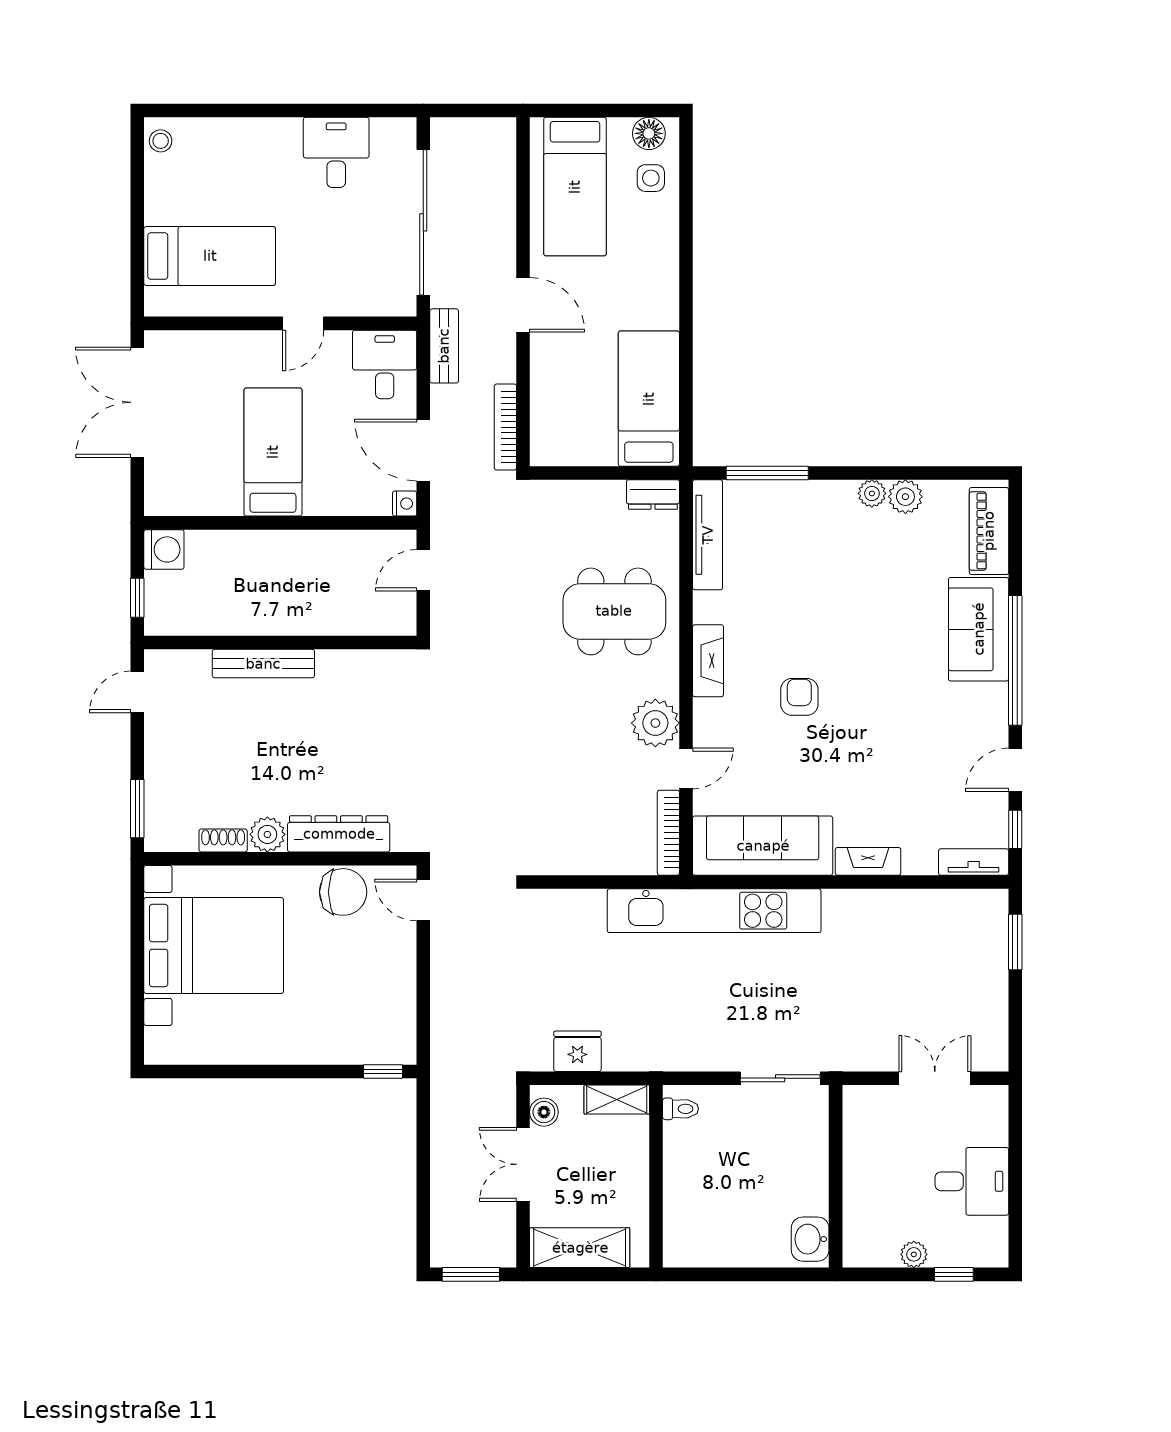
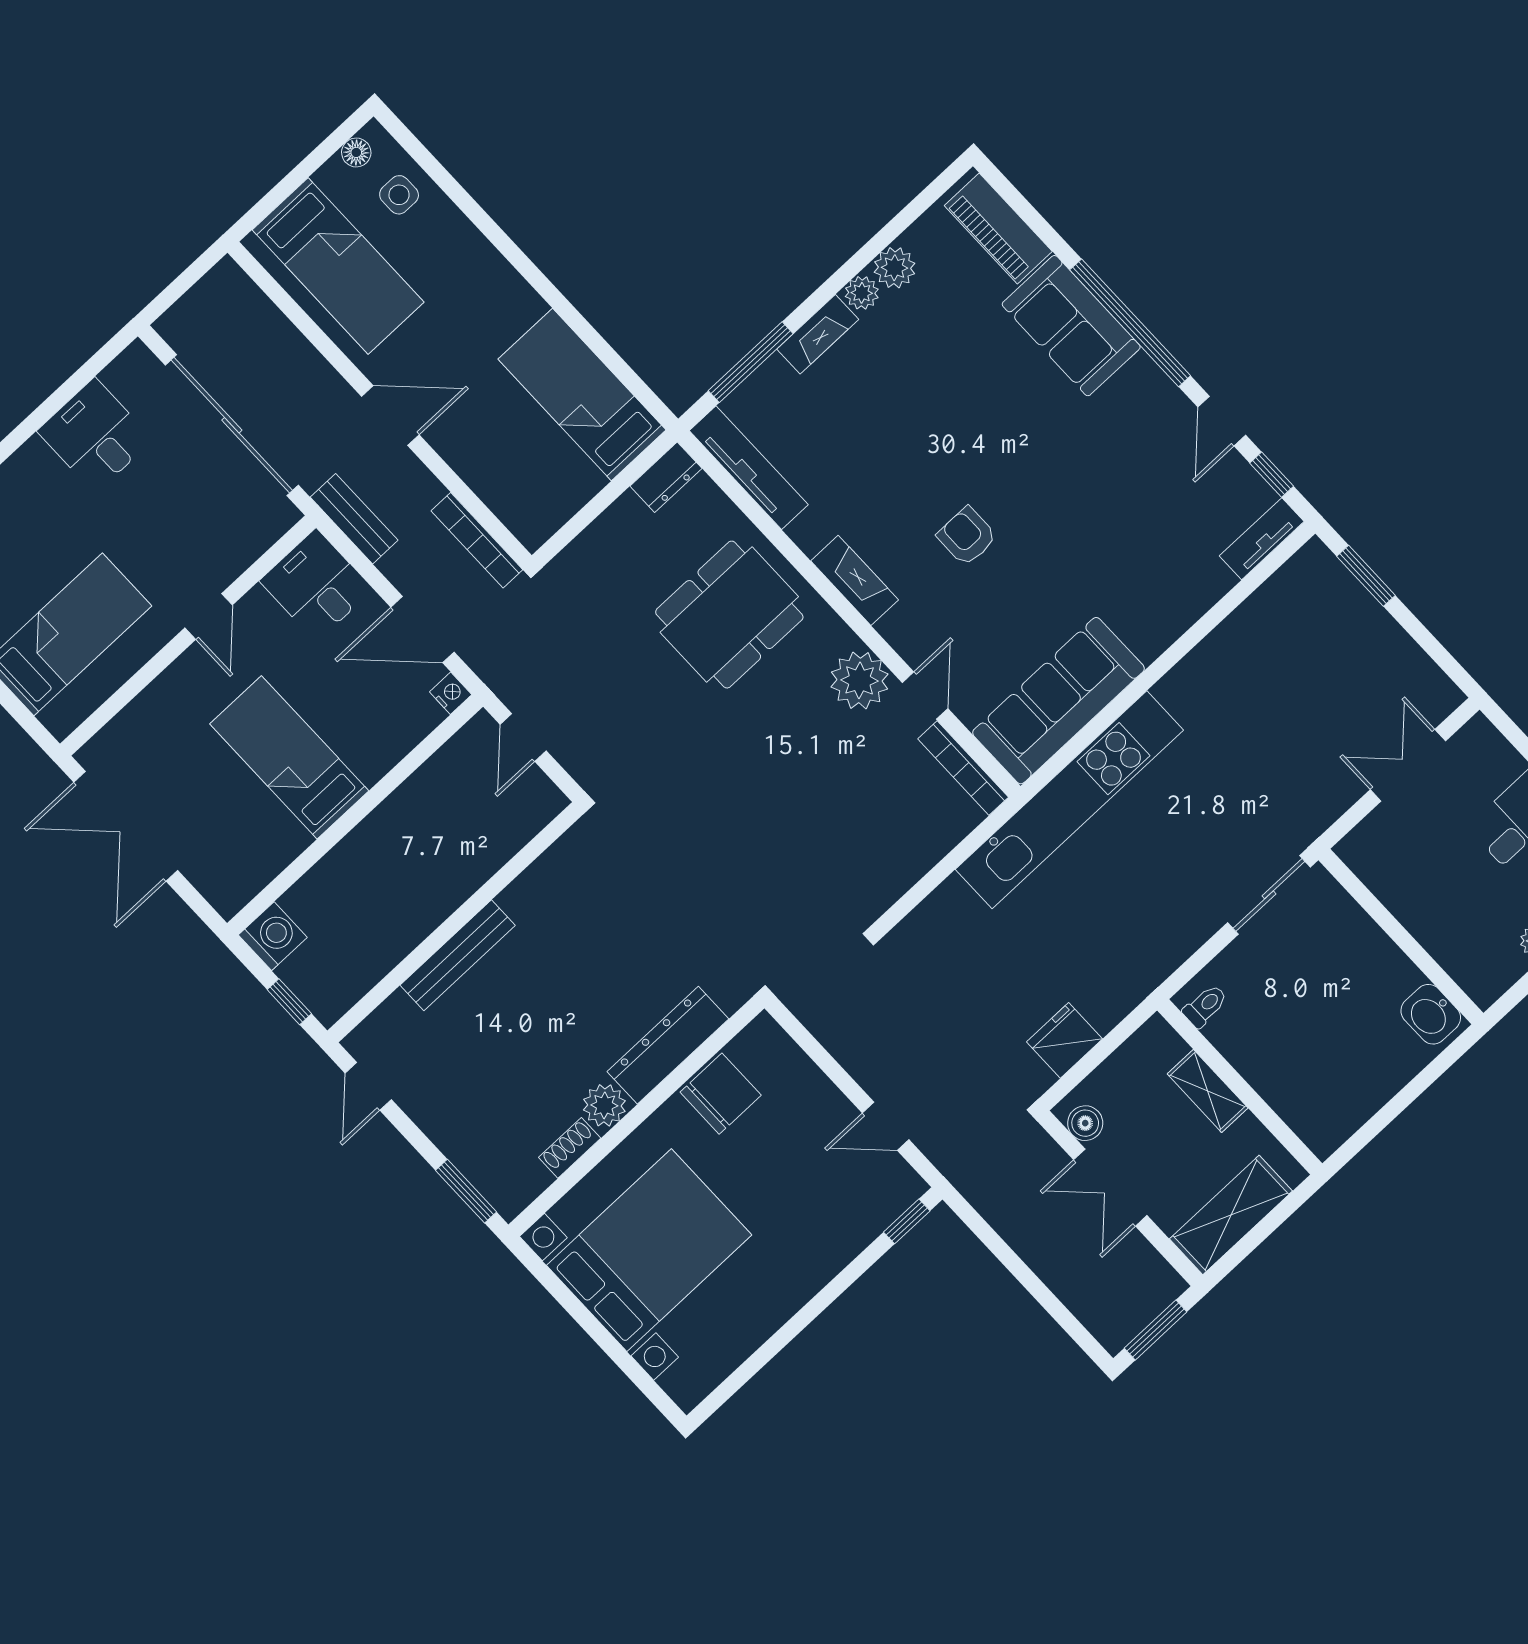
floor lamp: (649, 133) -> (356, 152), width x0.73, depth x0.73
fireplace: (868, 861) -> (818, 334), moved, turned 180
door: (423, 900) -> (886, 1126), moved
shelving: (617, 1100) -> (1208, 1091), moved, turned 90

